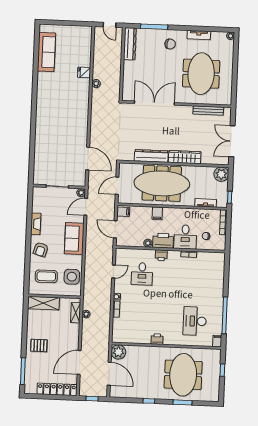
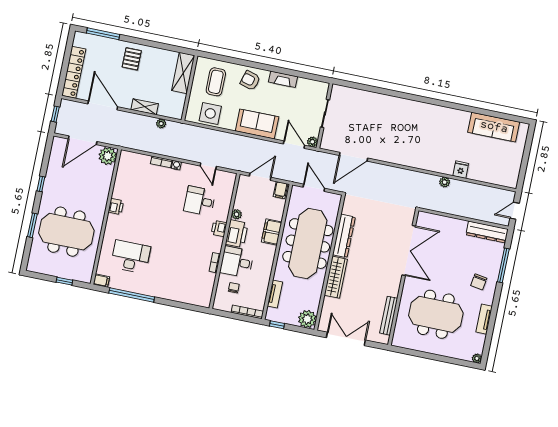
filing cabinet: (157, 213) -> (272, 232), width x2.00
shelving: (76, 313) -> (145, 107), moved

